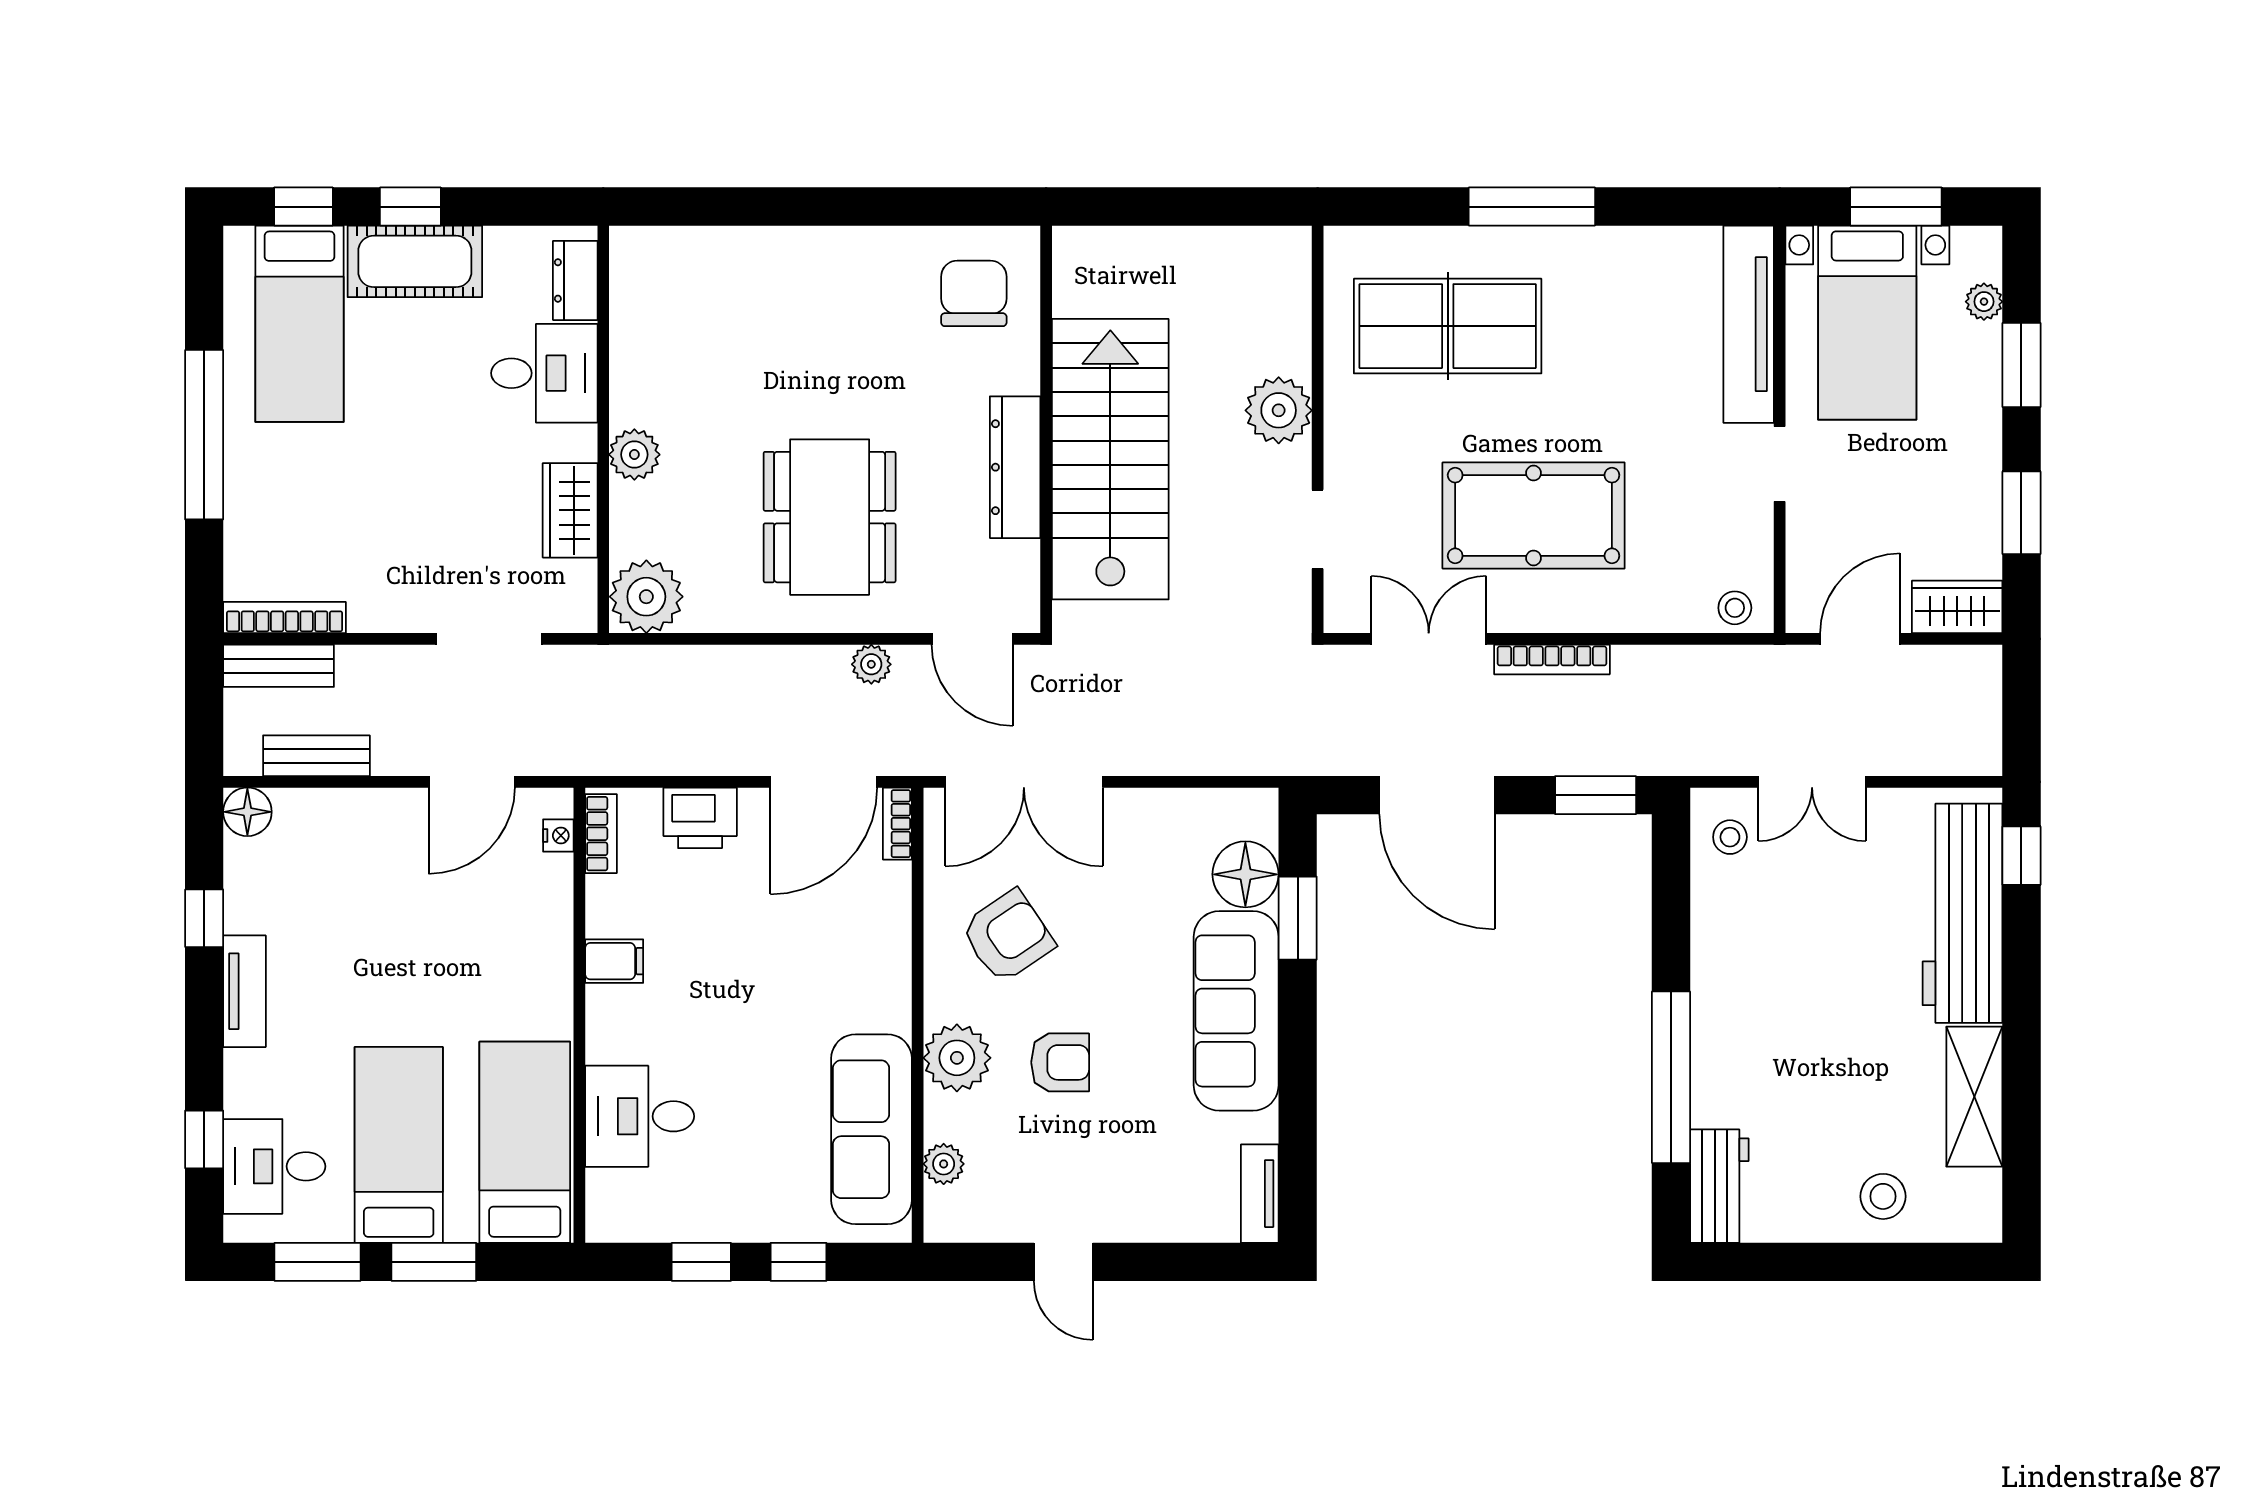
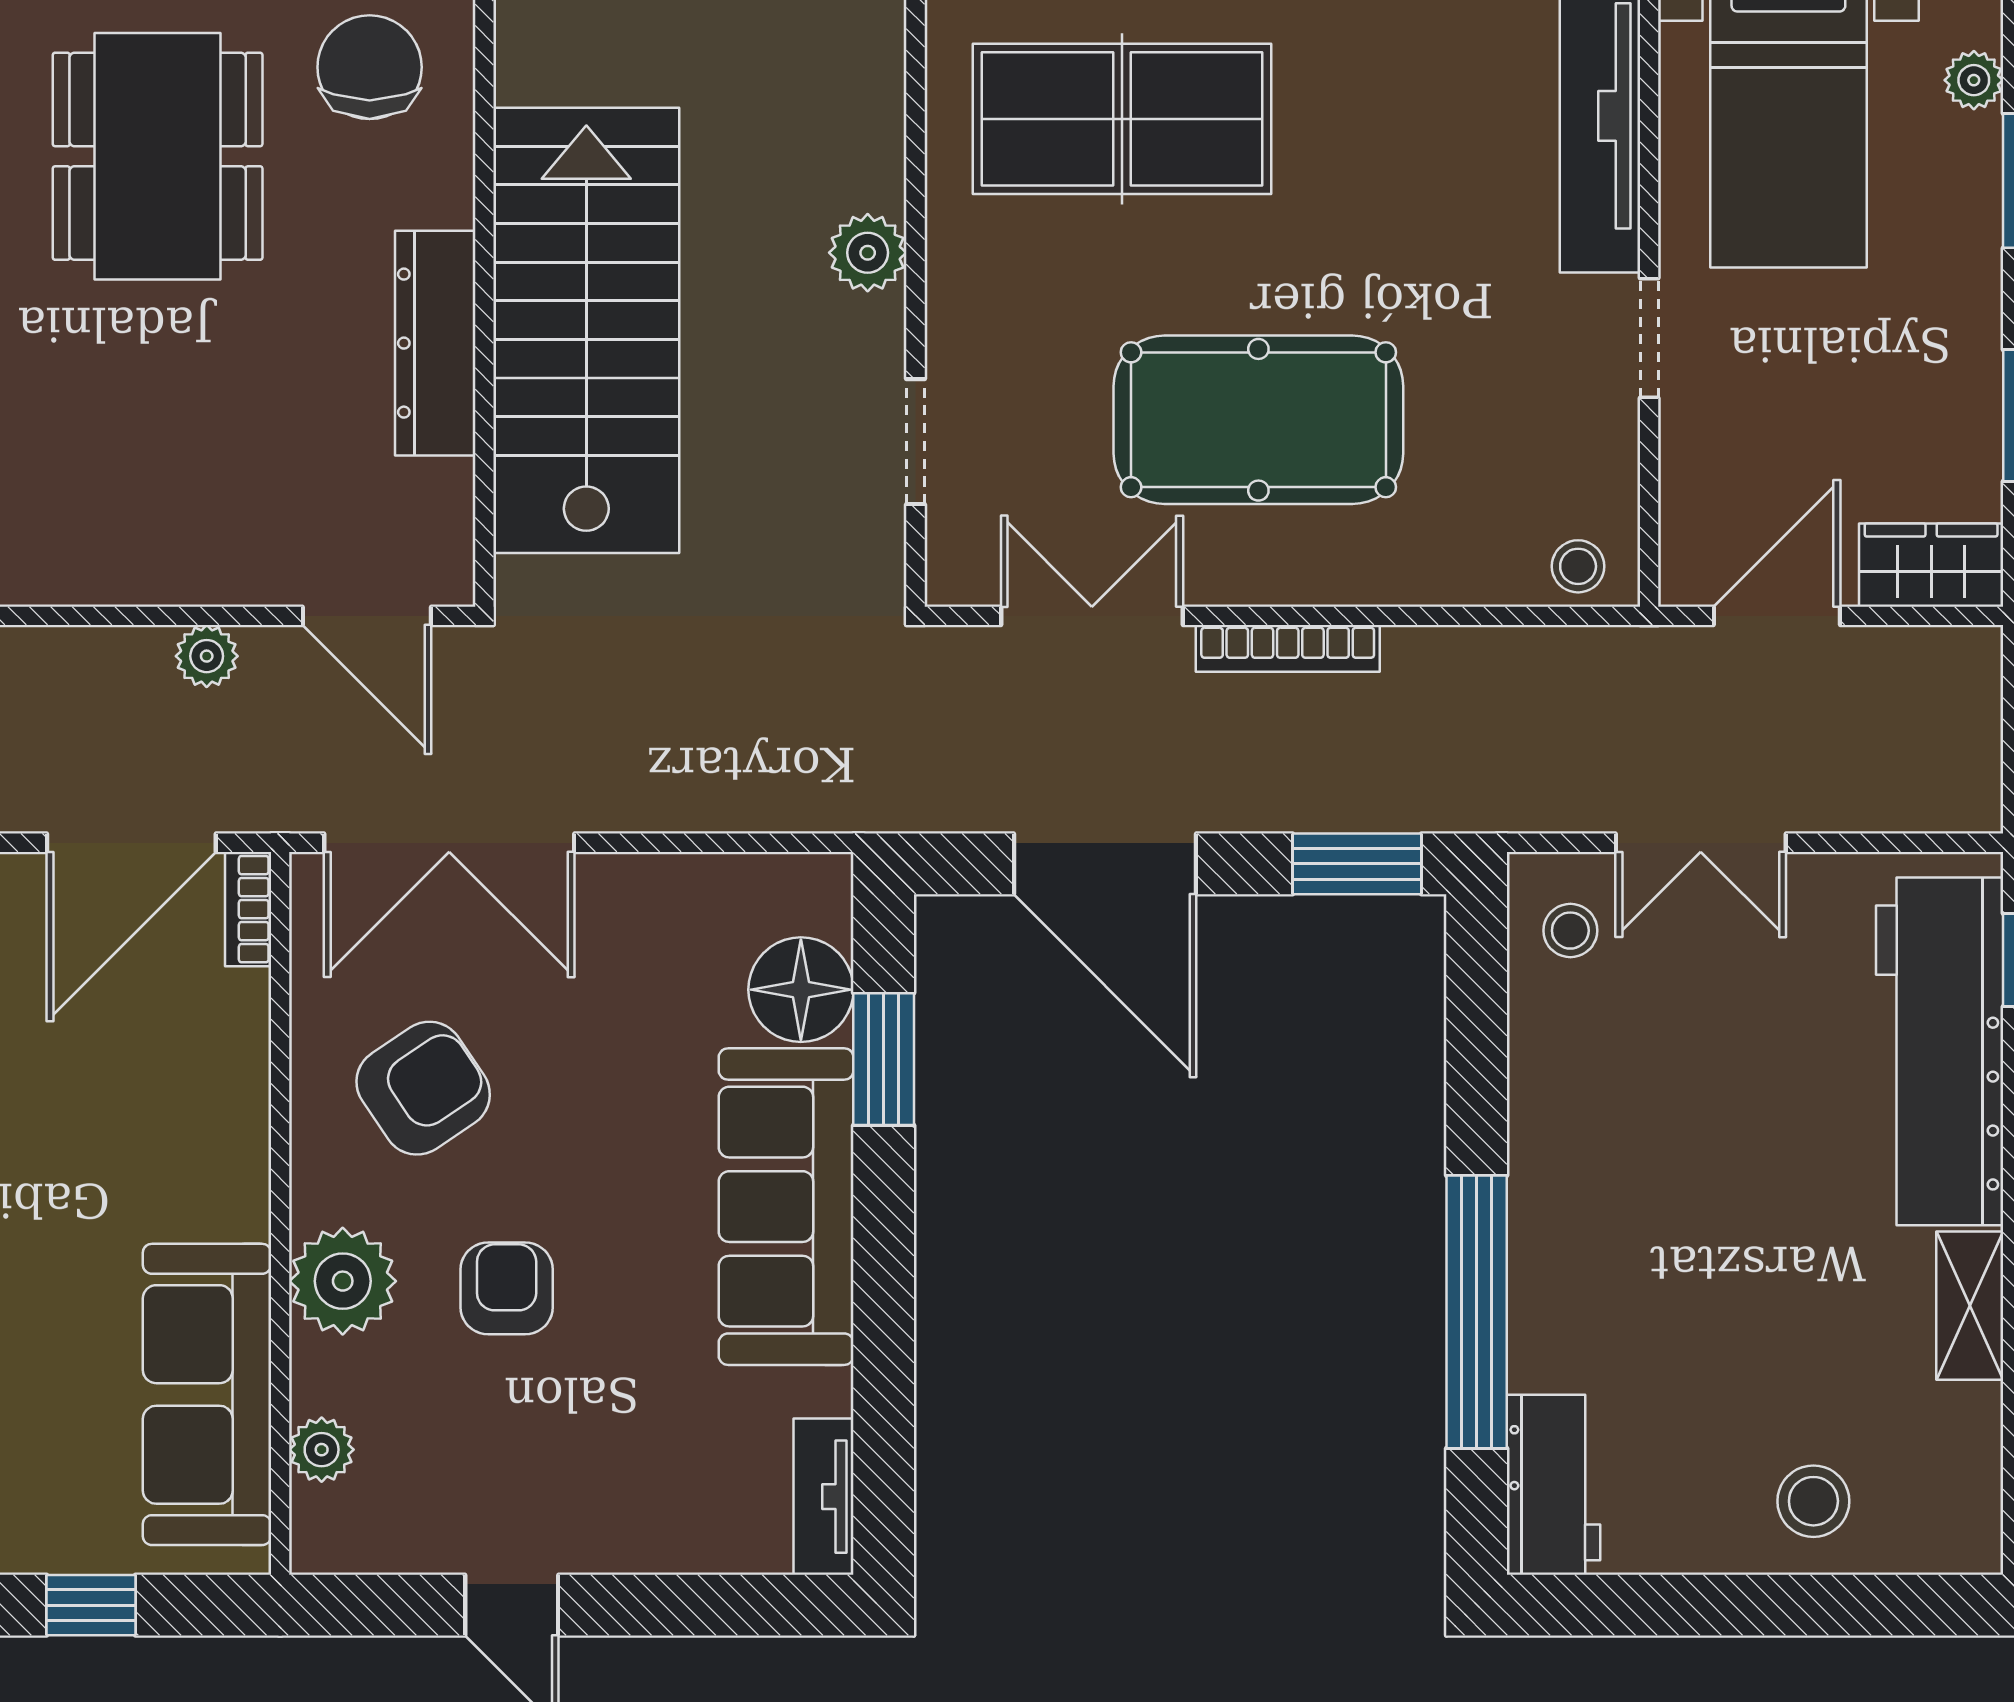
plant: (1279, 410) -> (868, 253), width x0.73, depth x0.73
dining table: (830, 517) -> (158, 156), moved
armchair: (1060, 1062) -> (507, 1288), turned -90
shelving: (1974, 1097) -> (1970, 1306), width x0.67, depth x0.75

